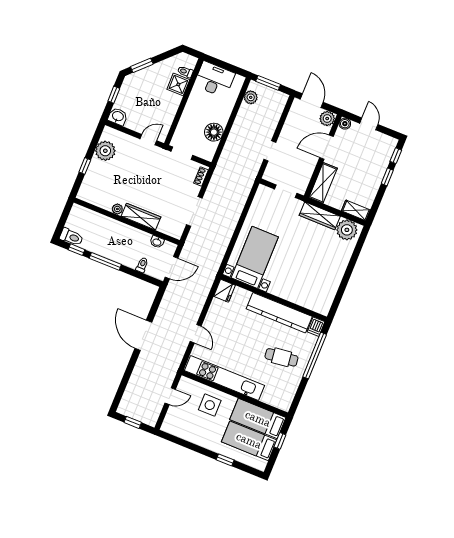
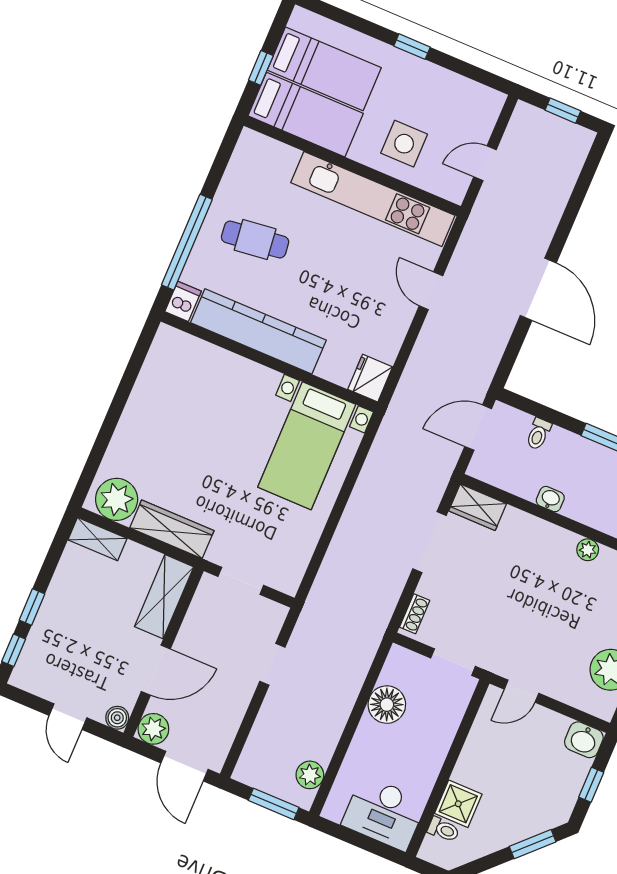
wardrobe: (141, 217) -> (478, 507), moved, width x0.67
washbasin: (157, 242) -> (550, 499), moved
window: (225, 460) -> (412, 47), moved

